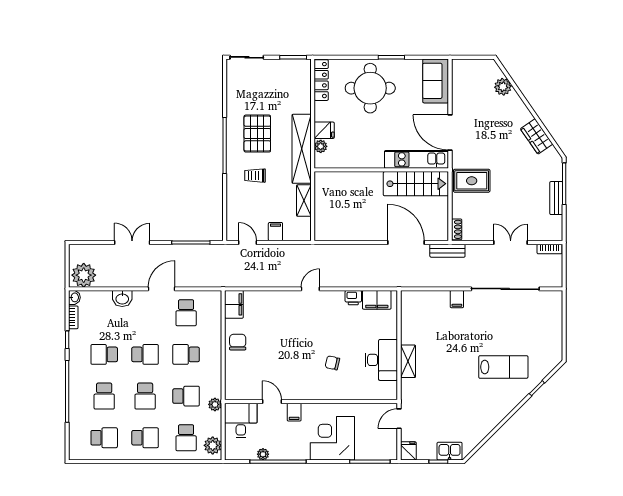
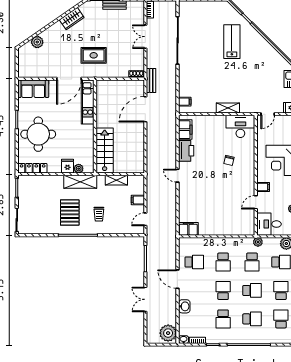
pallet: (257, 134) -> (70, 213), turned 90
shelving: (302, 149) -> (80, 182), width x0.68
rug: (472, 181) -> (94, 55), moved, turned 90
stairs: (416, 184) -> (105, 151), moved
printer: (353, 298) -> (186, 151), width x1.87, depth x1.48
filing cabinet: (457, 299) -> (185, 102), moved
chair: (238, 342) -> (215, 226), removed
desk: (381, 360) -> (240, 126), moved
school desk: (186, 396) -> (252, 262), turned 180
door: (399, 419) -> (268, 114), hinge flipped

